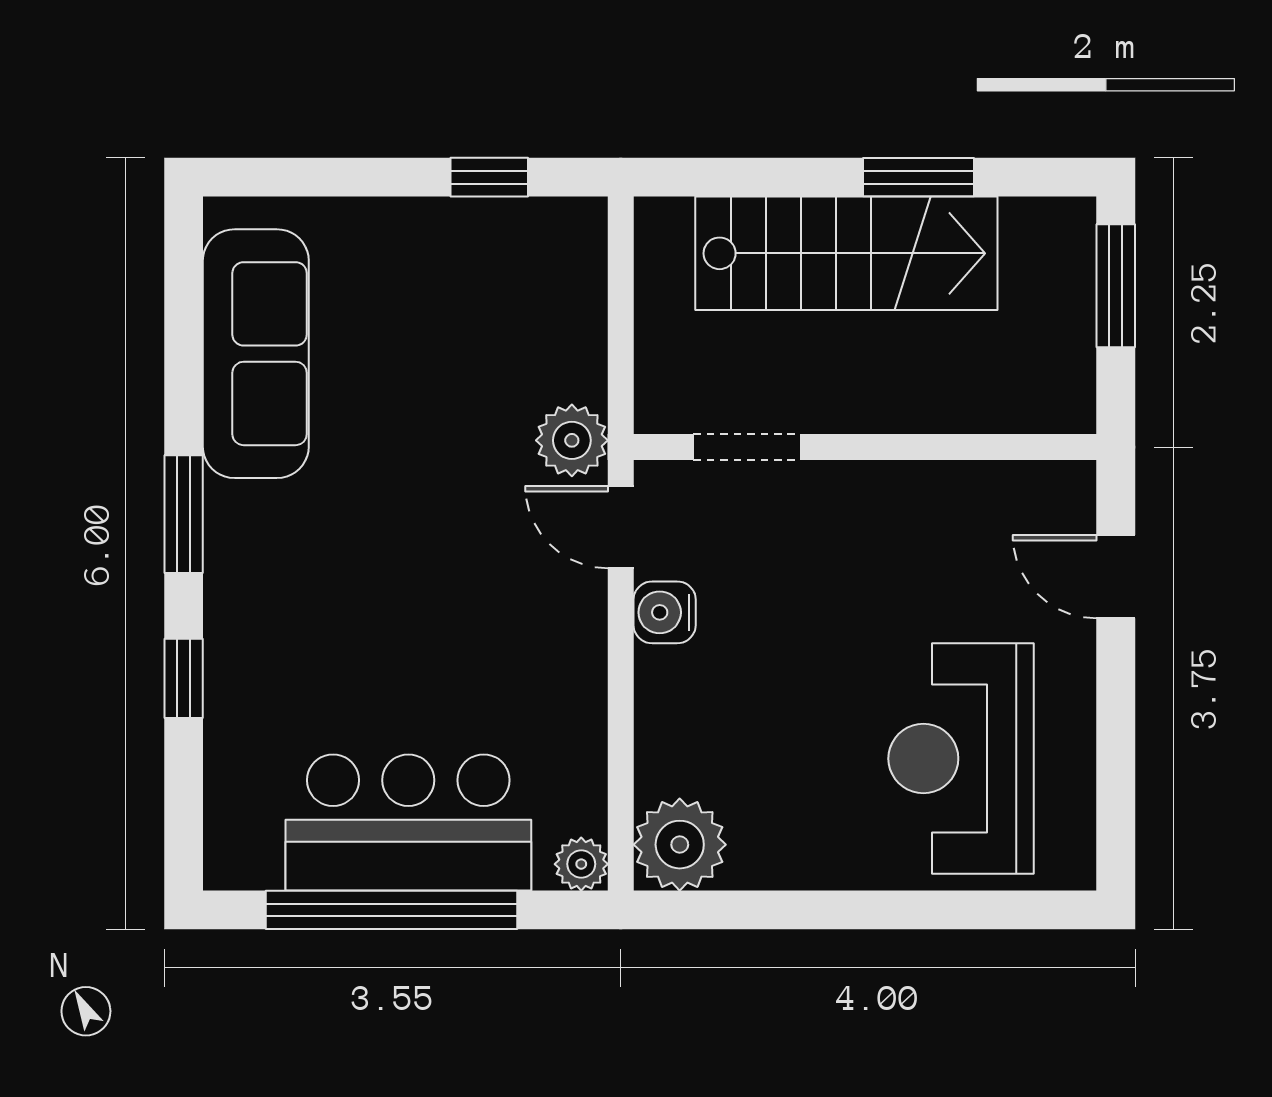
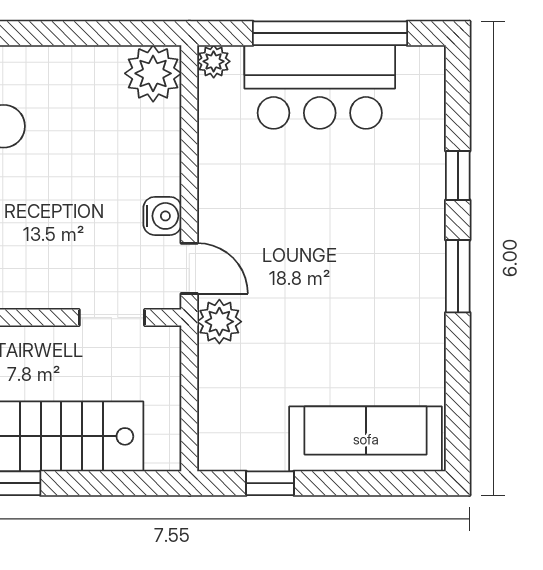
sofa: (256, 354) -> (366, 439), moved, turned 90

